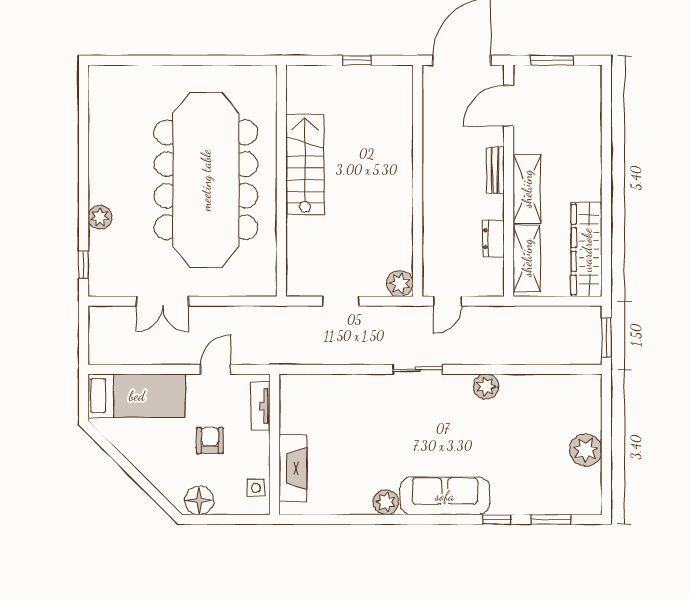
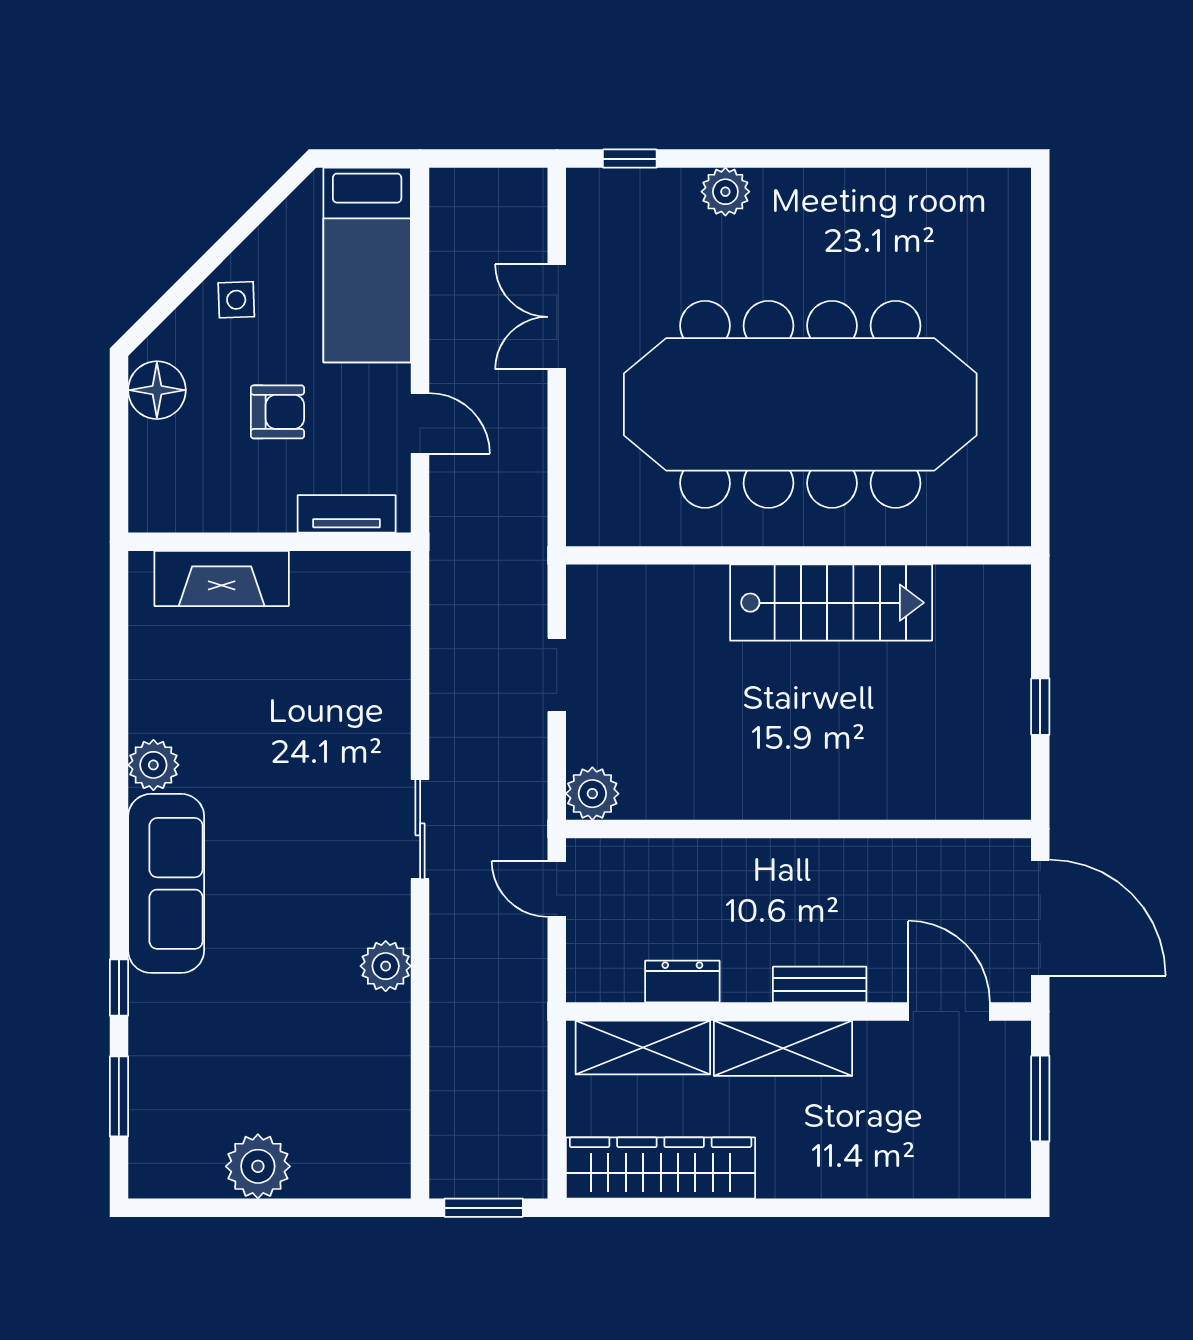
side table: (256, 488) -> (236, 300), moved

